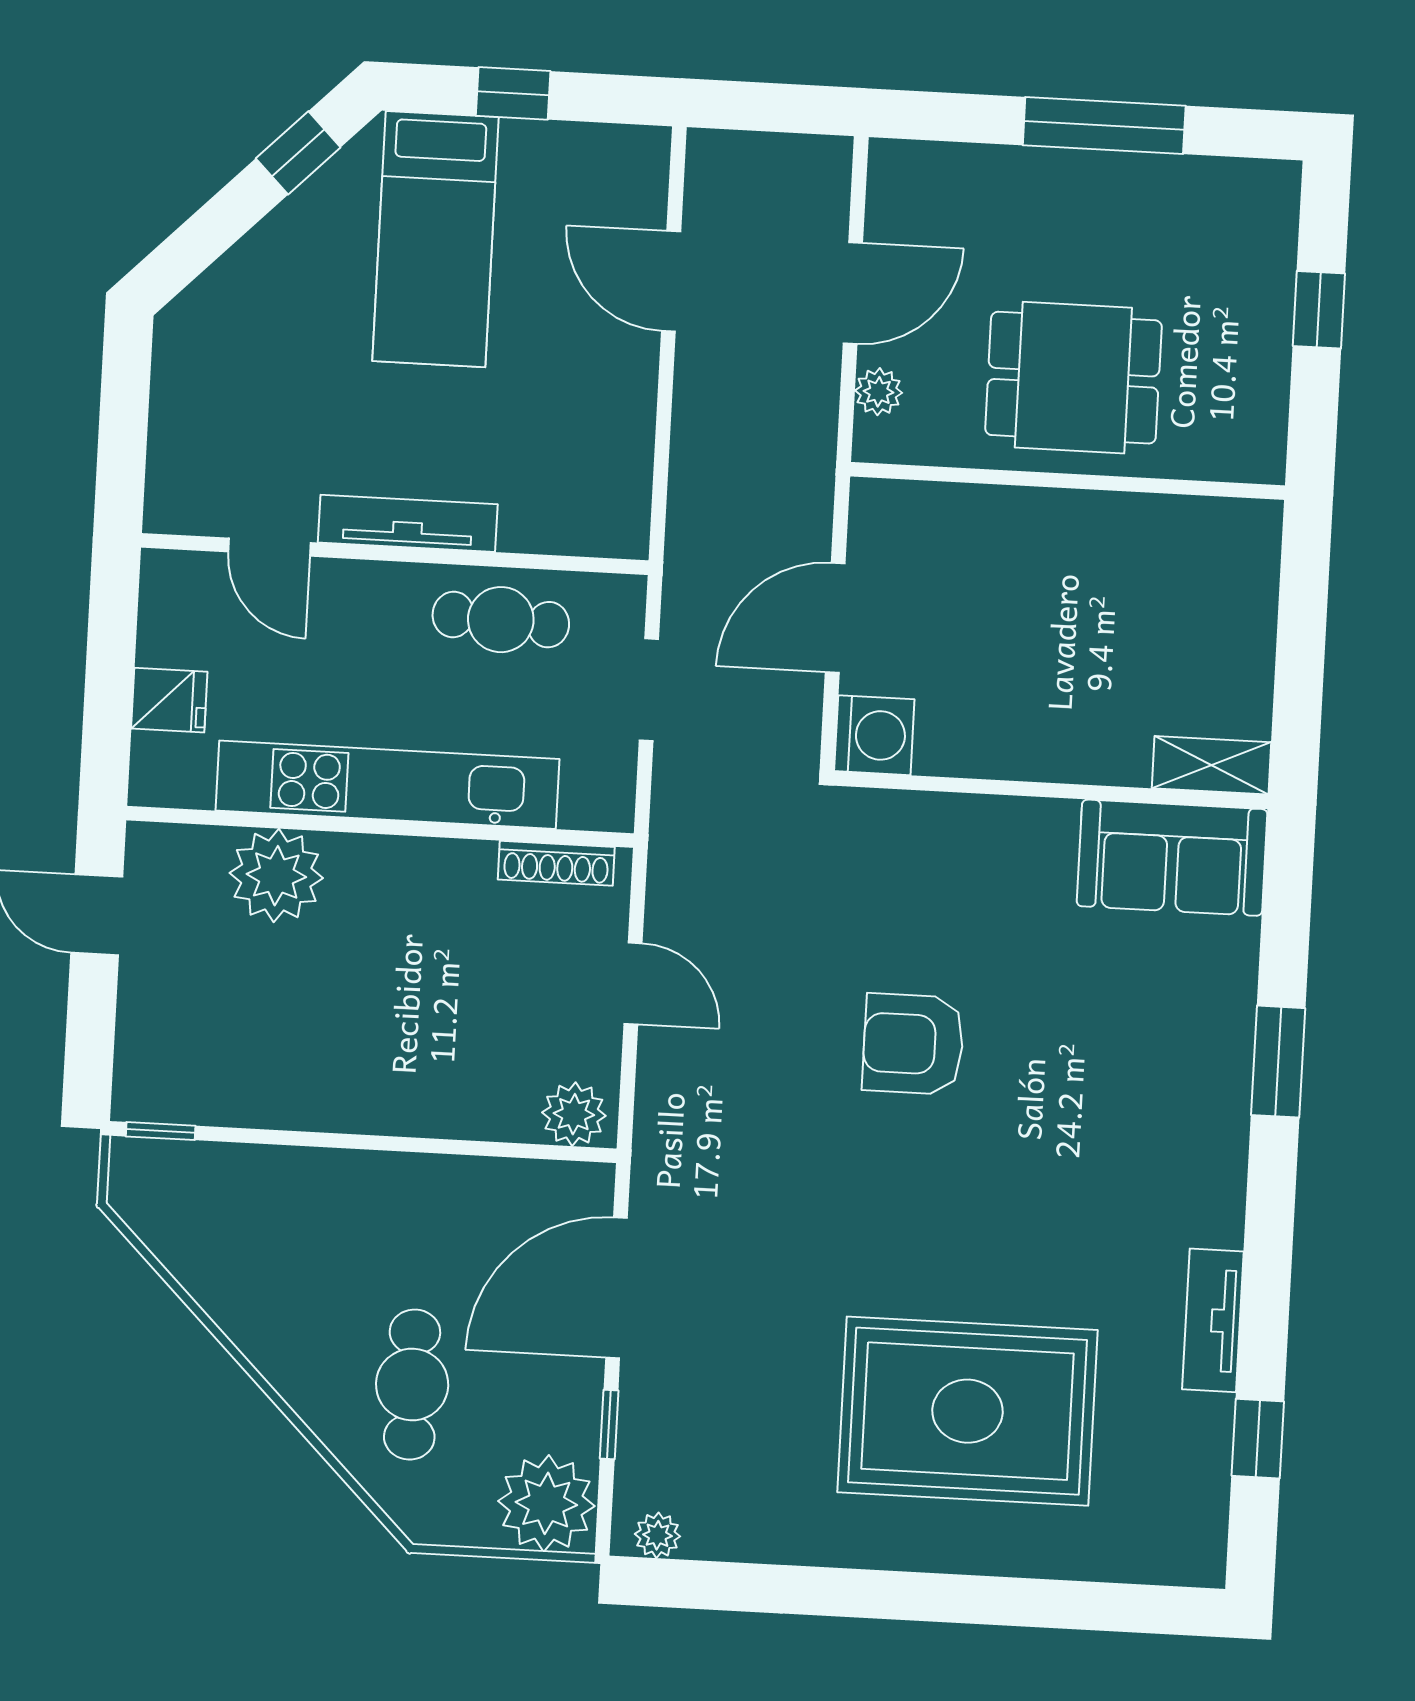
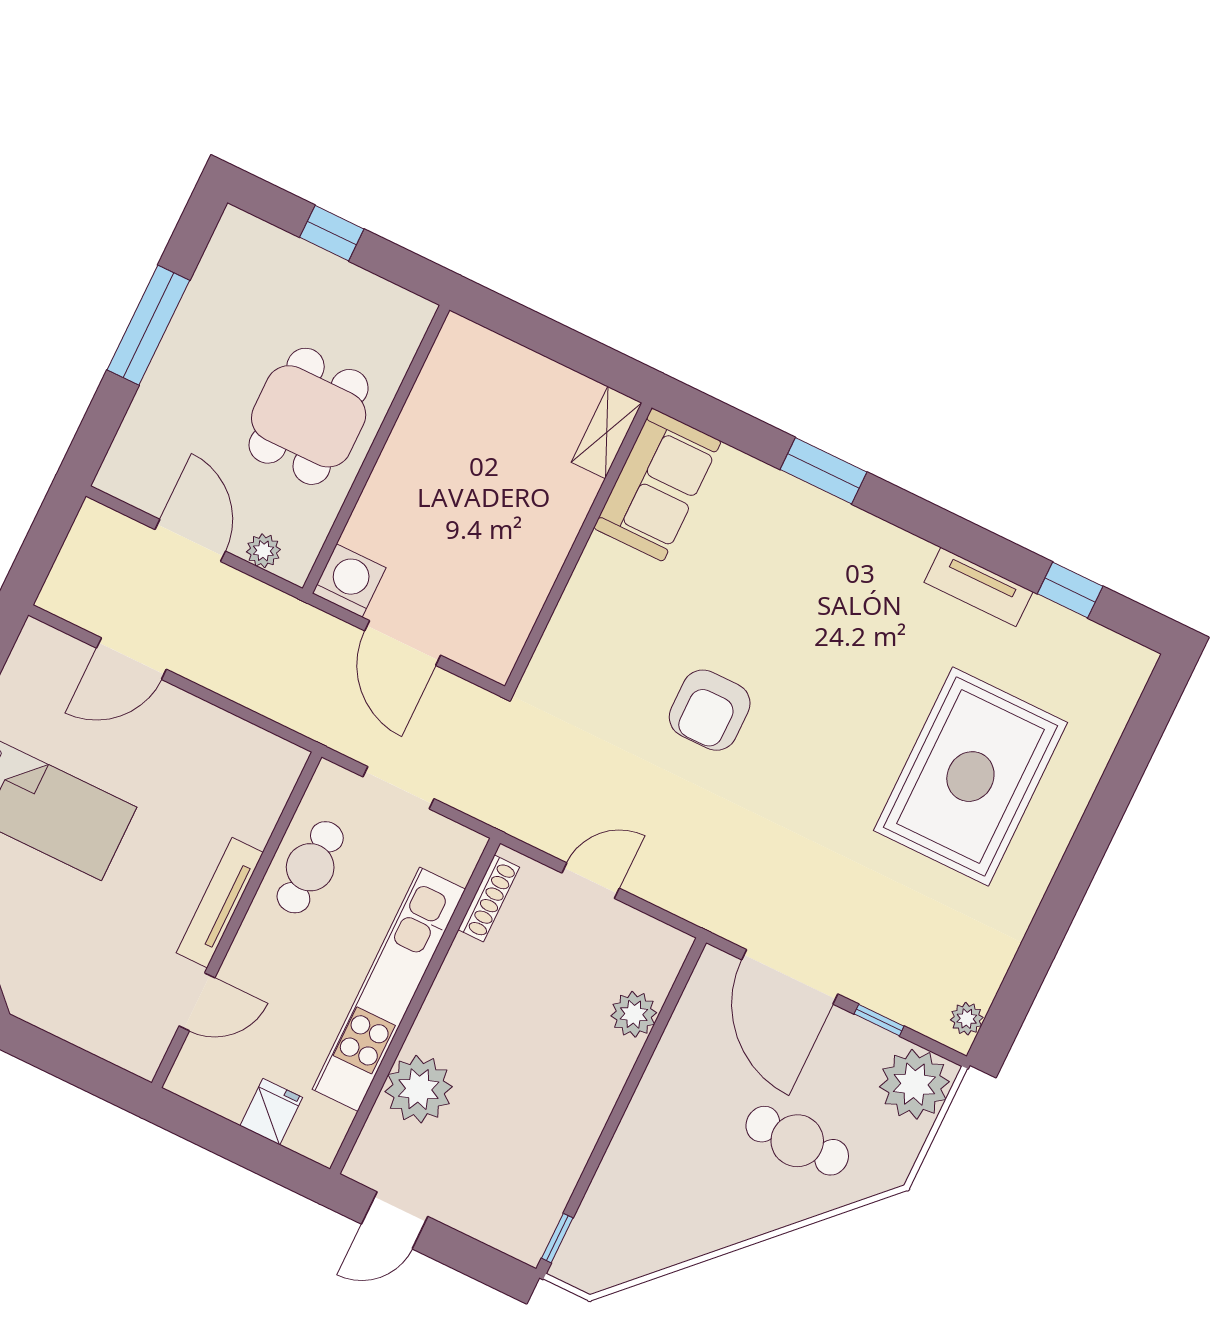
washing machine: (874, 735) -> (349, 581), moved
plant: (574, 1114) -> (634, 1014), moved

